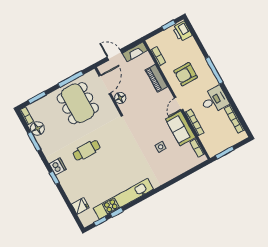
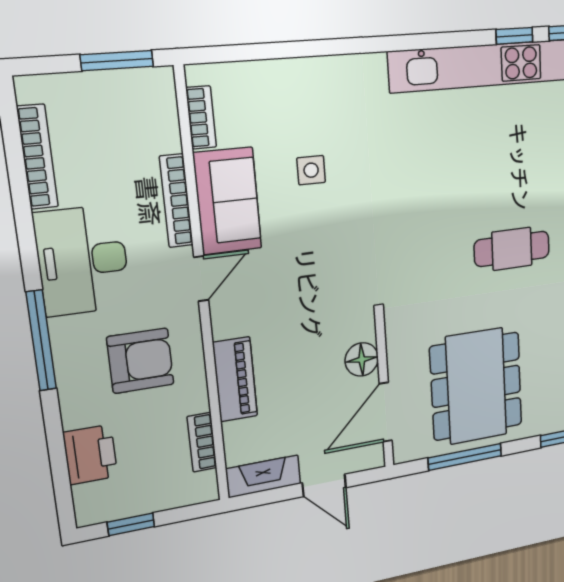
printer: (182, 31) -> (90, 455), moved
desk: (214, 100) -> (83, 260), width x1.37

